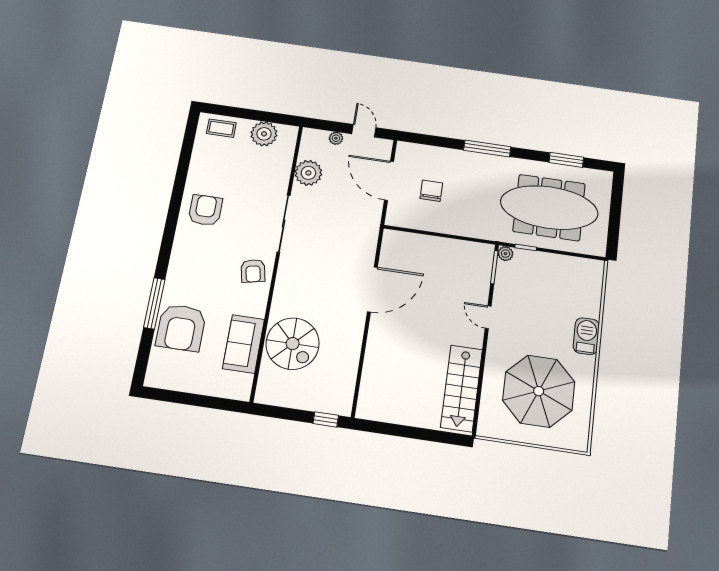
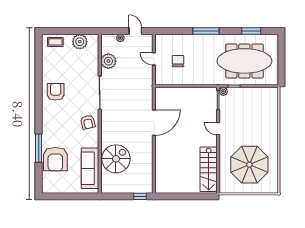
door: (389, 181) -> (154, 59), width x0.53
barbecue: (586, 336) -> (272, 131), removed
sofa: (243, 344) -> (90, 168), width x1.36
spiral stairs: (293, 344) -> (116, 159), turned -90

